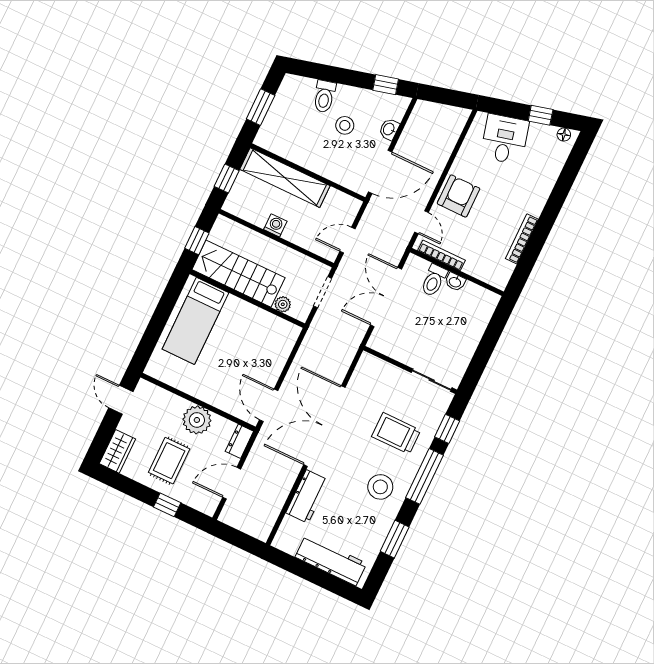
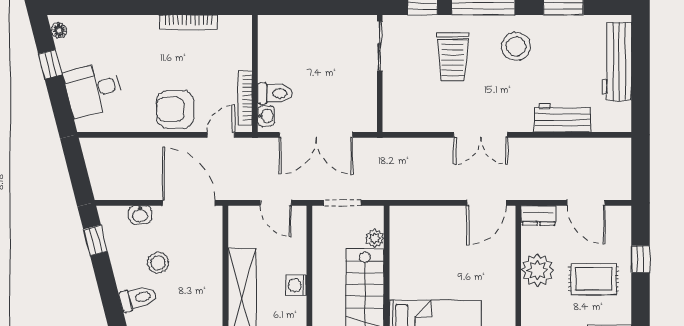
washbasin: (455, 282) -> (266, 116), moved
double door: (324, 426) -> (481, 135), width x0.54

